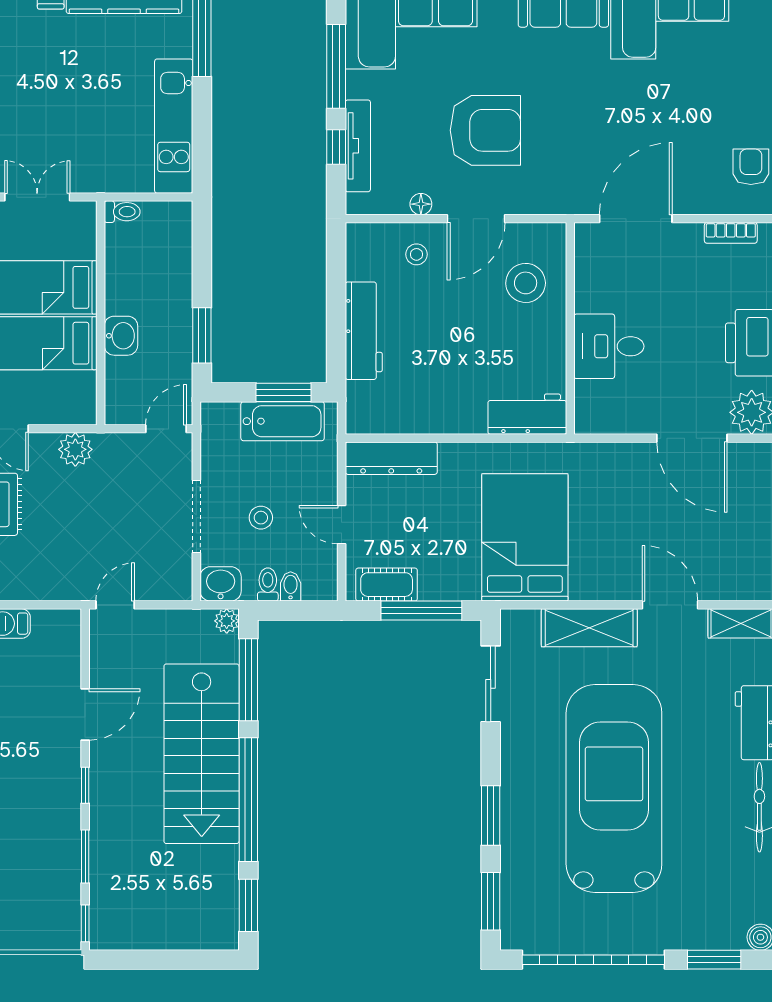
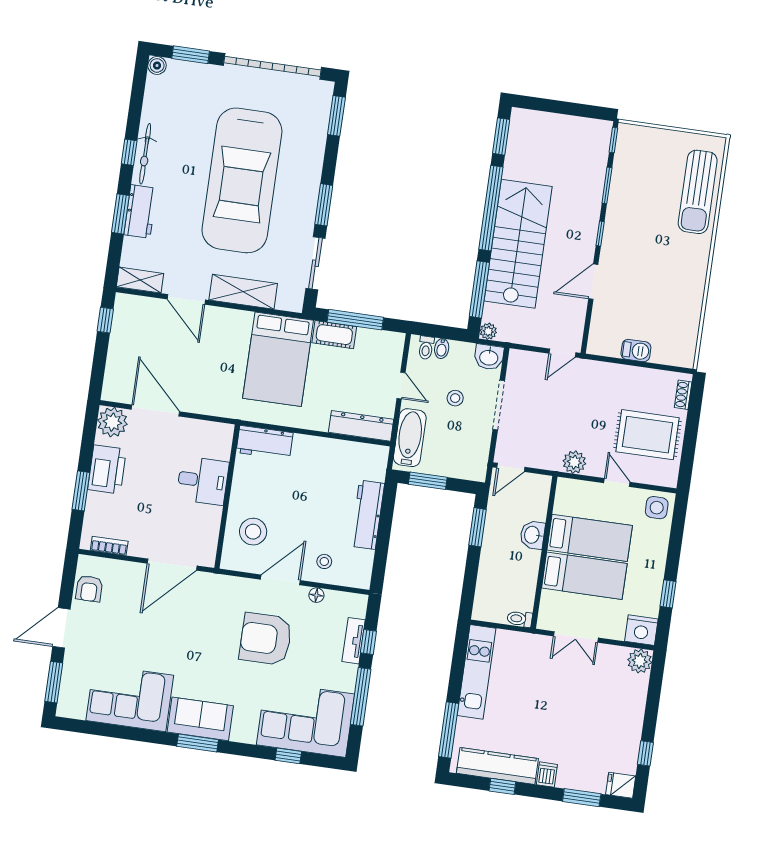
tv unit: (358, 146) -> (354, 641), width x0.71
bathtub: (283, 421) -> (410, 438), moved, turned 90
toilet: (268, 585) -> (426, 348), moved
cot: (387, 585) -> (334, 335), moved
window: (491, 815) -> (324, 205), moved

